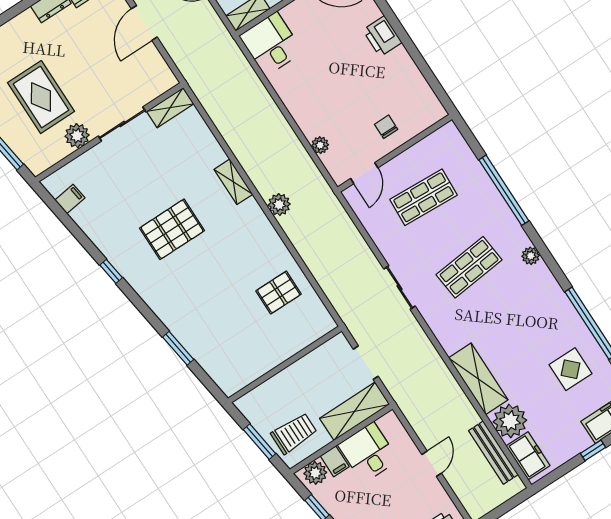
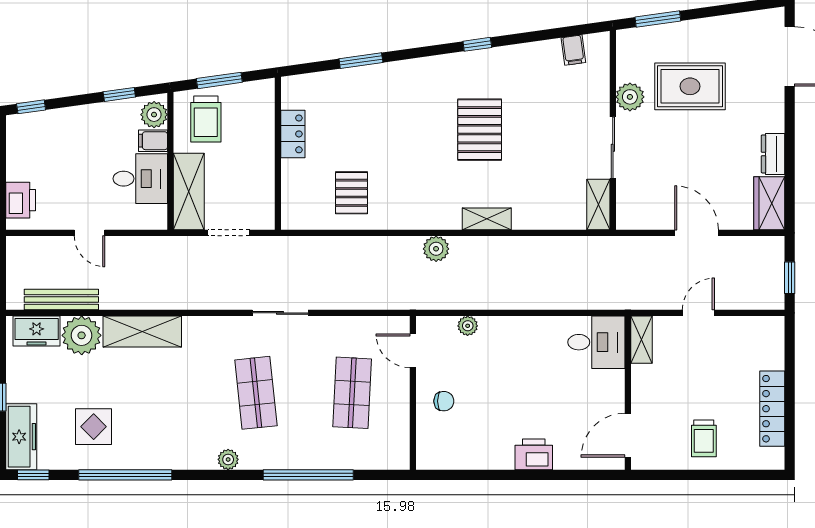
locker: (264, 363) -> (293, 134), added

